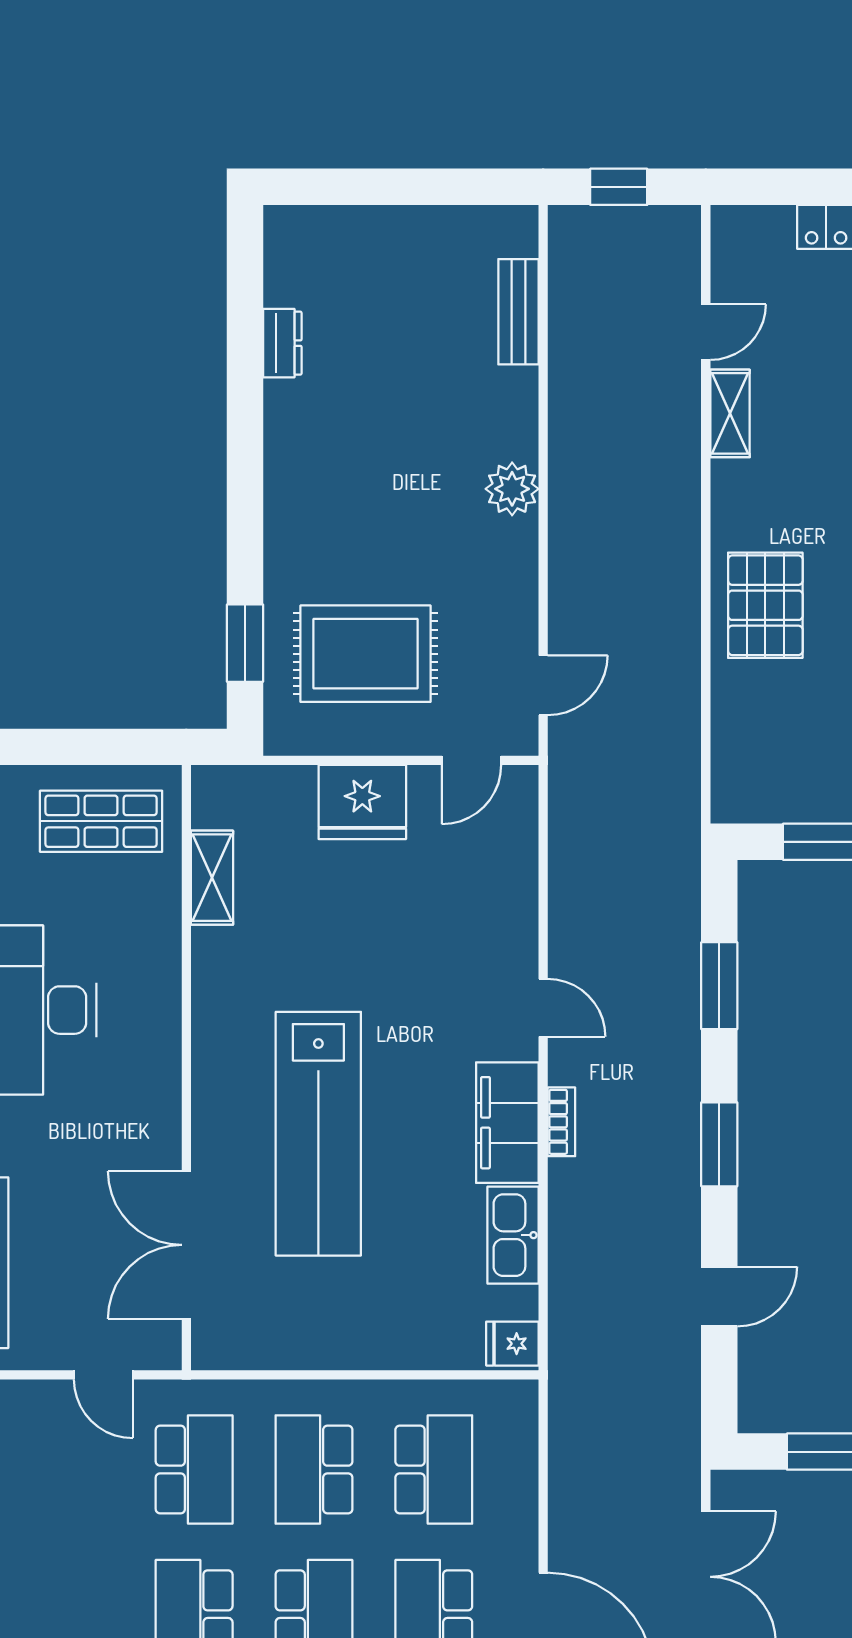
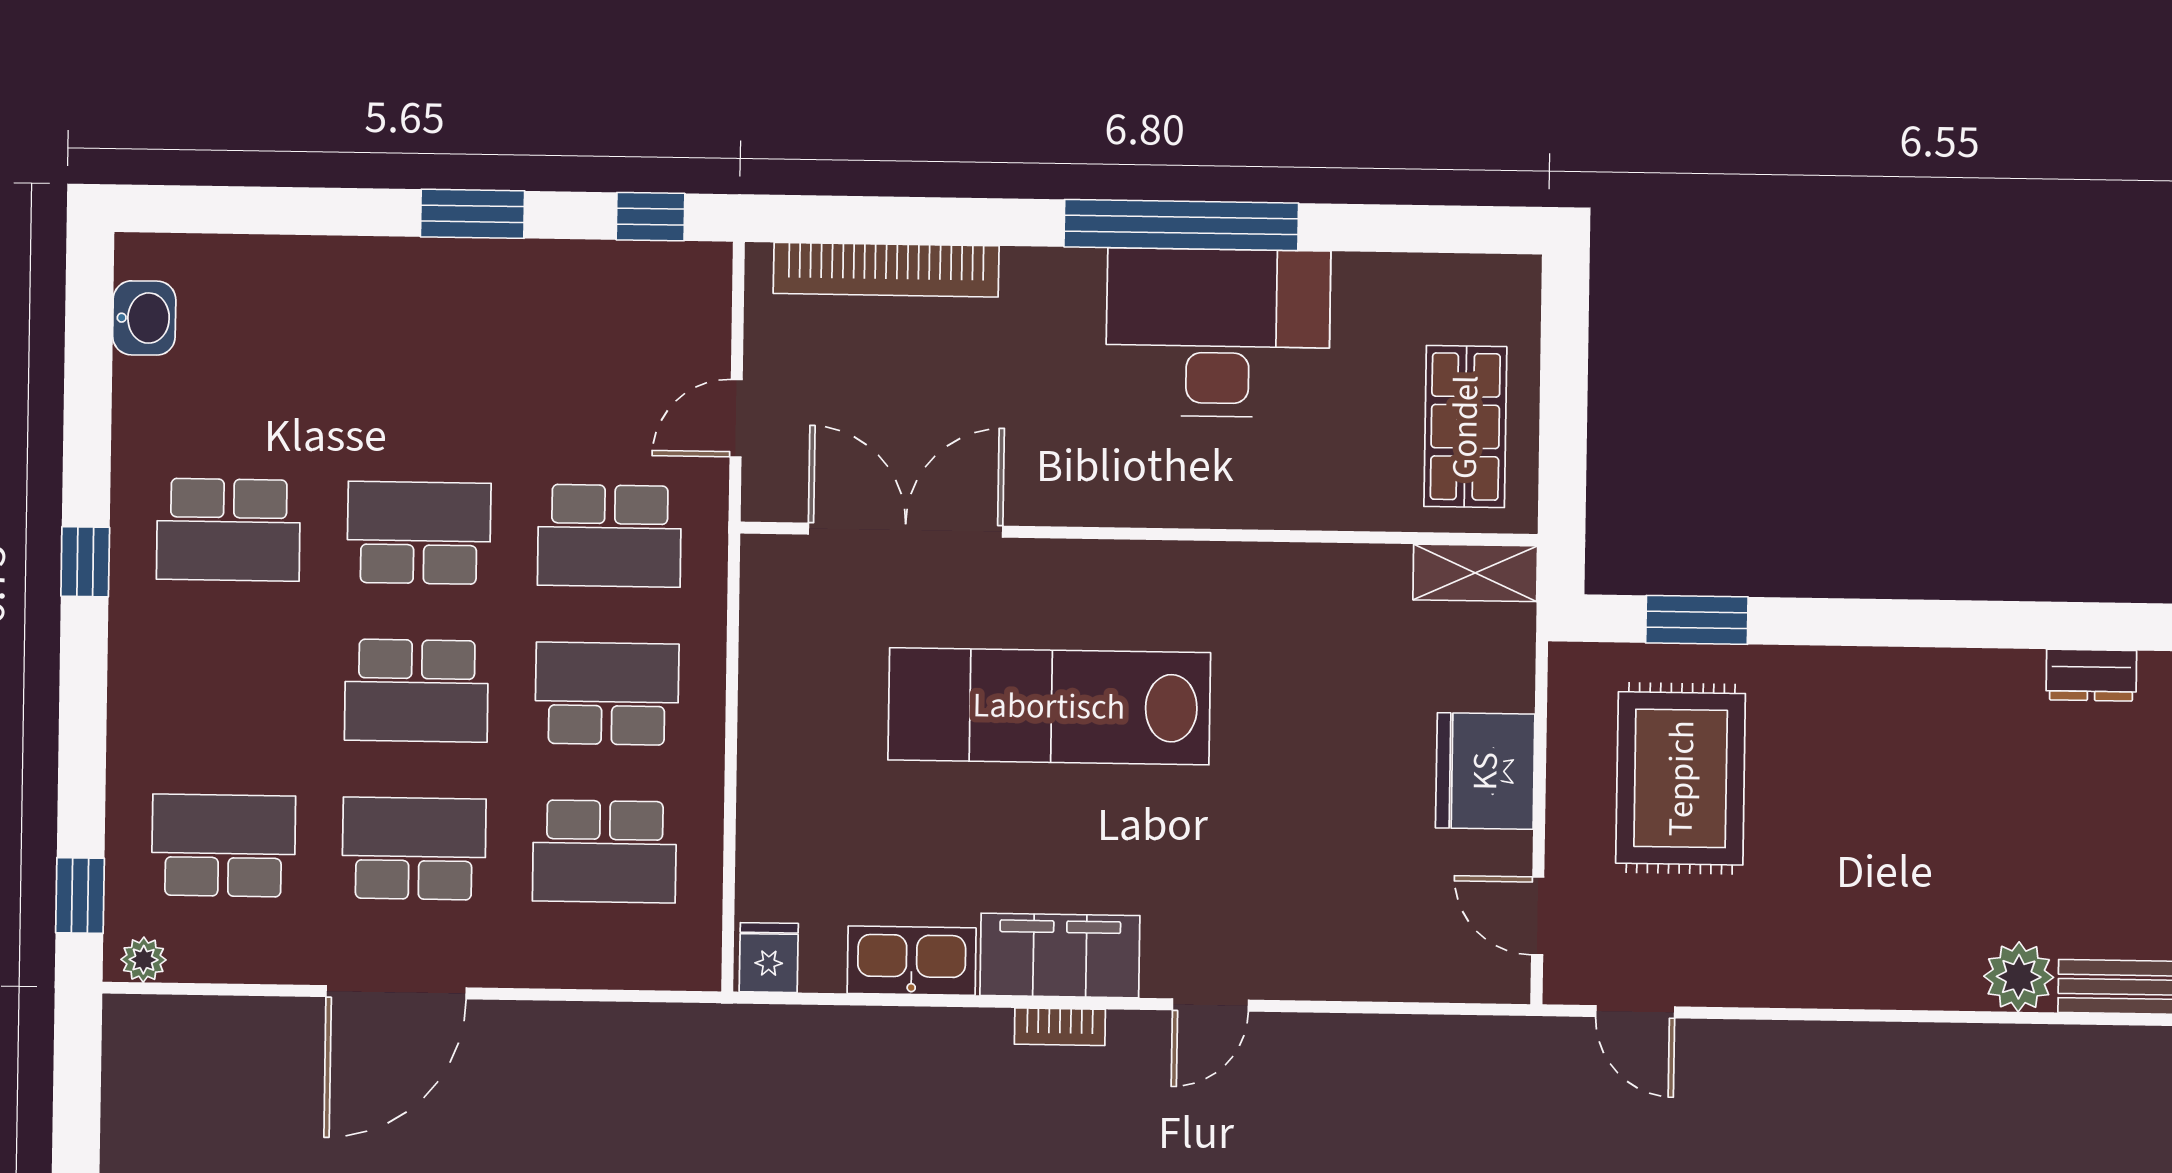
plant: (512, 489) -> (2019, 977), moved
shelving: (212, 878) -> (1475, 573), moved

